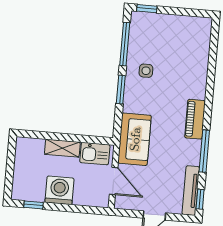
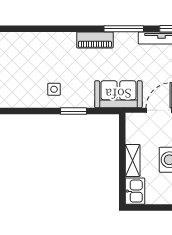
window: (125, 44) -> (31, 111), removed
kitchen sink: (95, 154) -> (135, 191), moved

